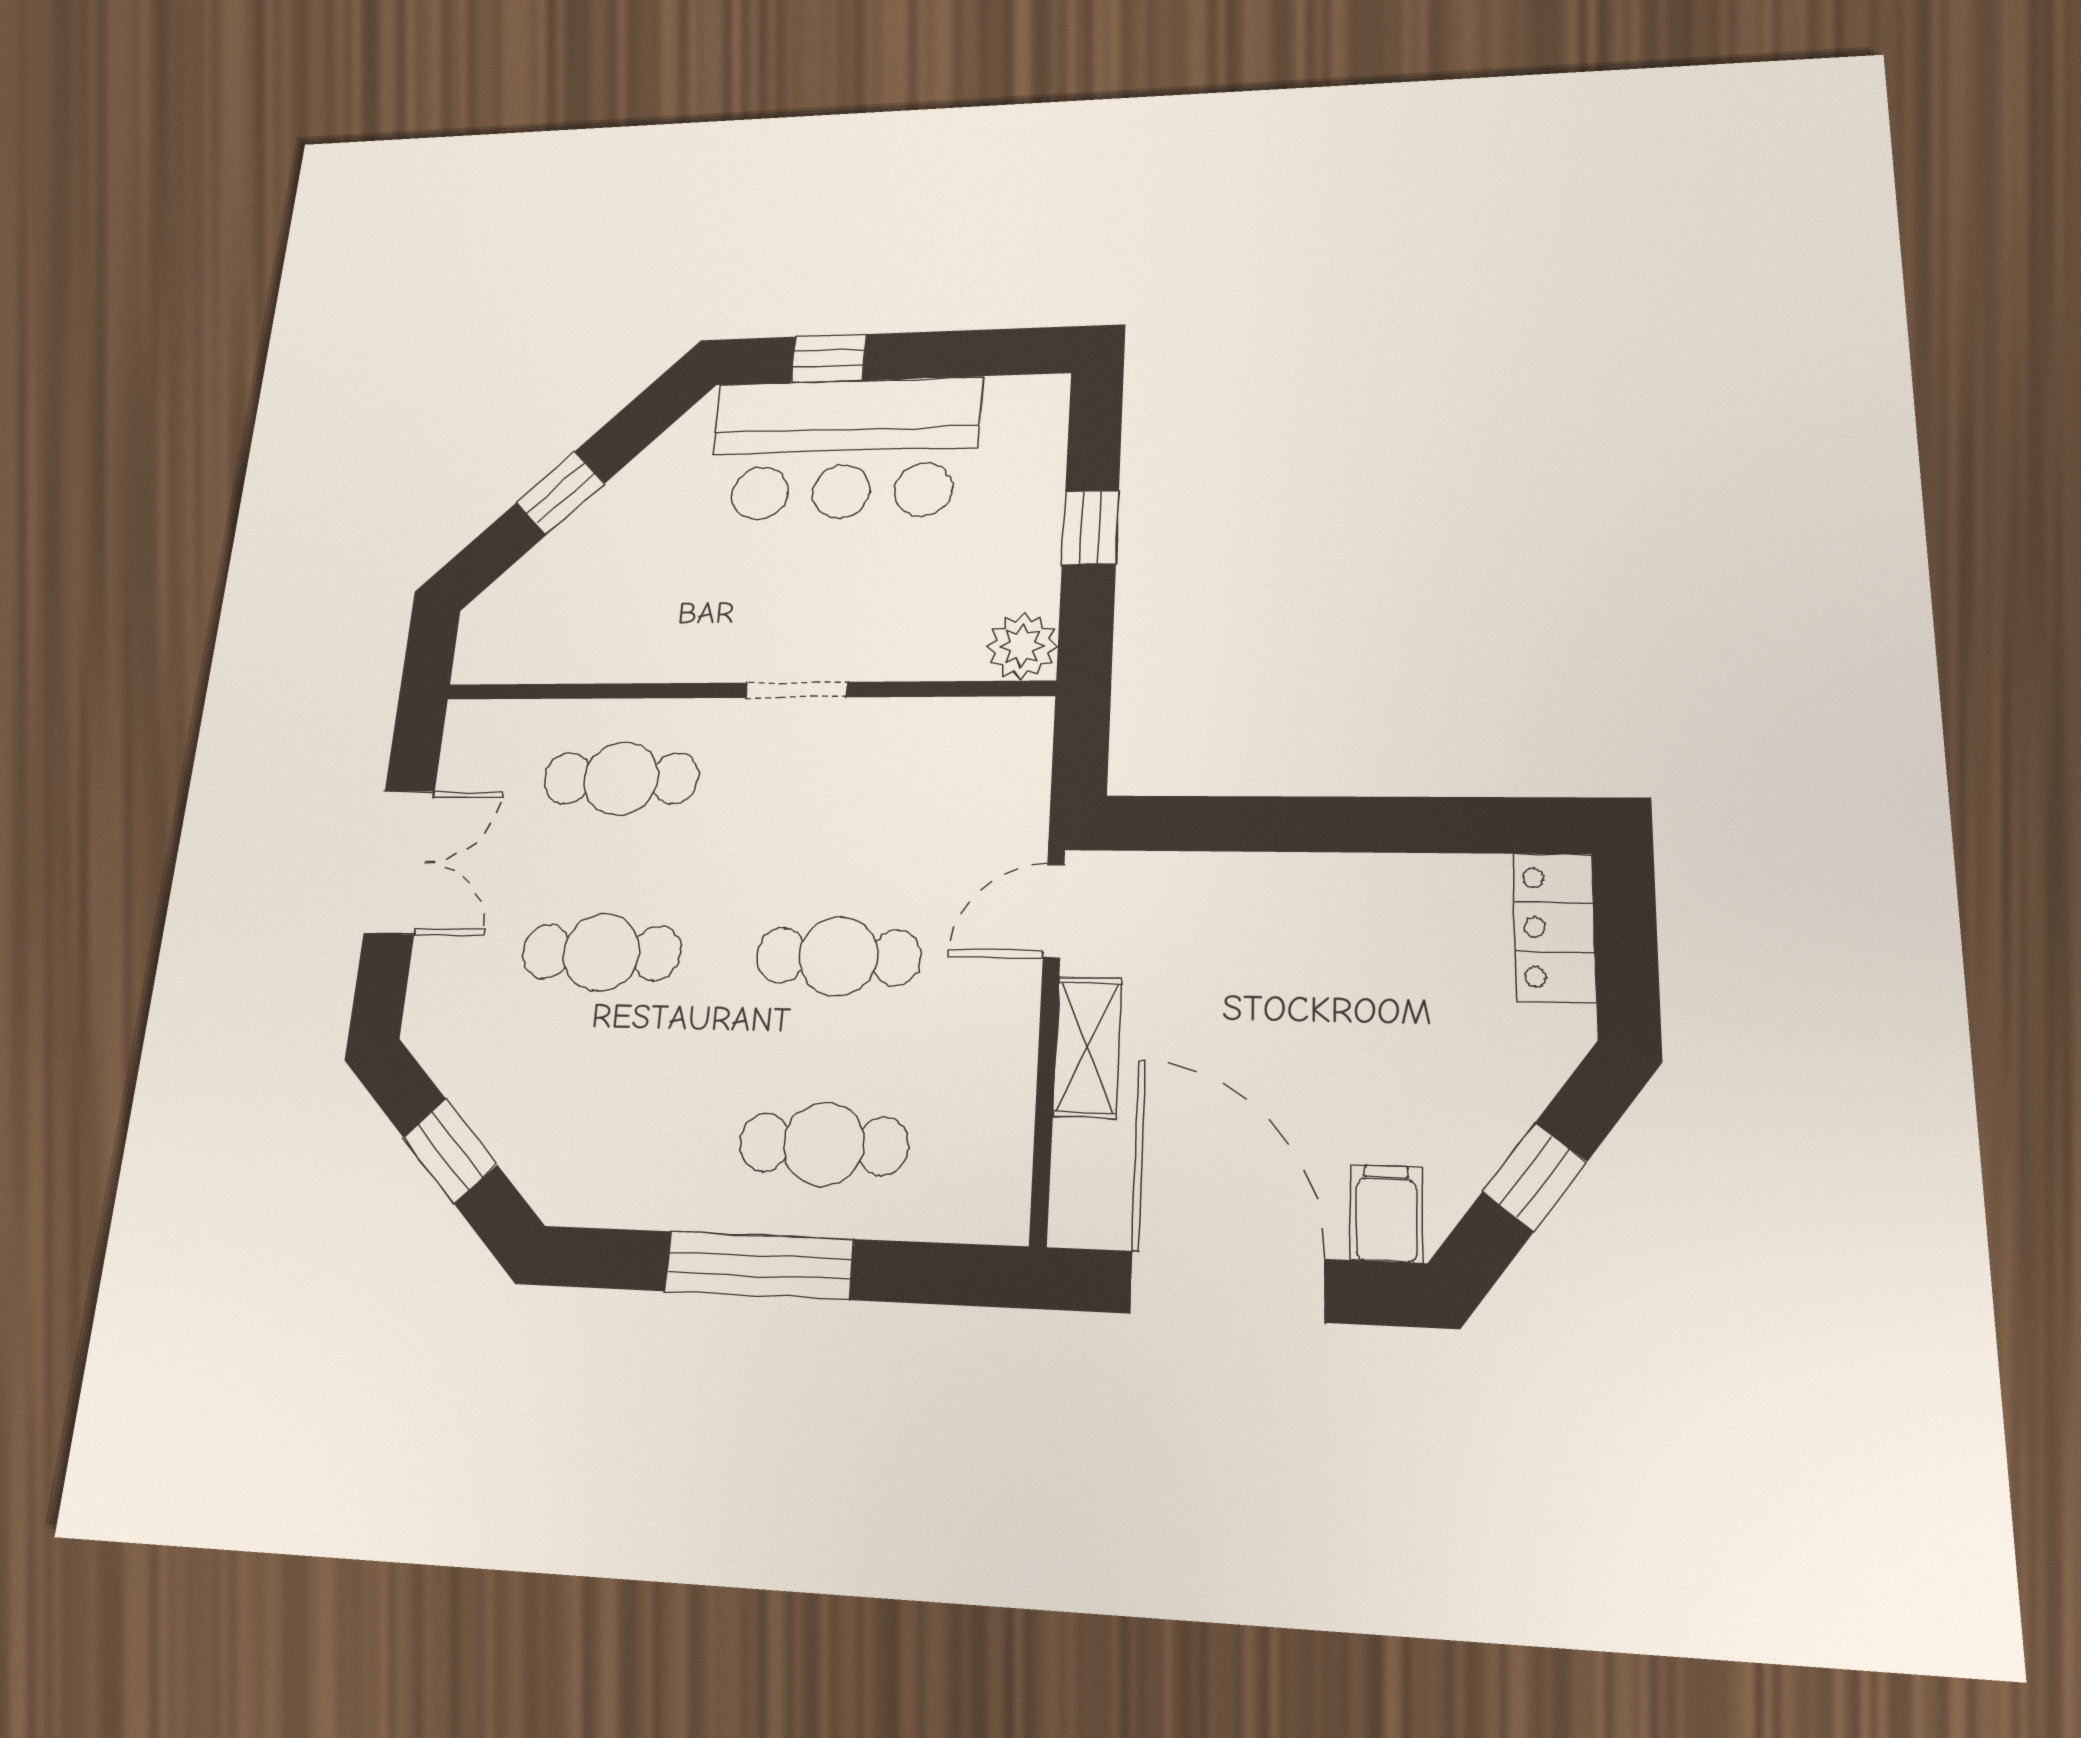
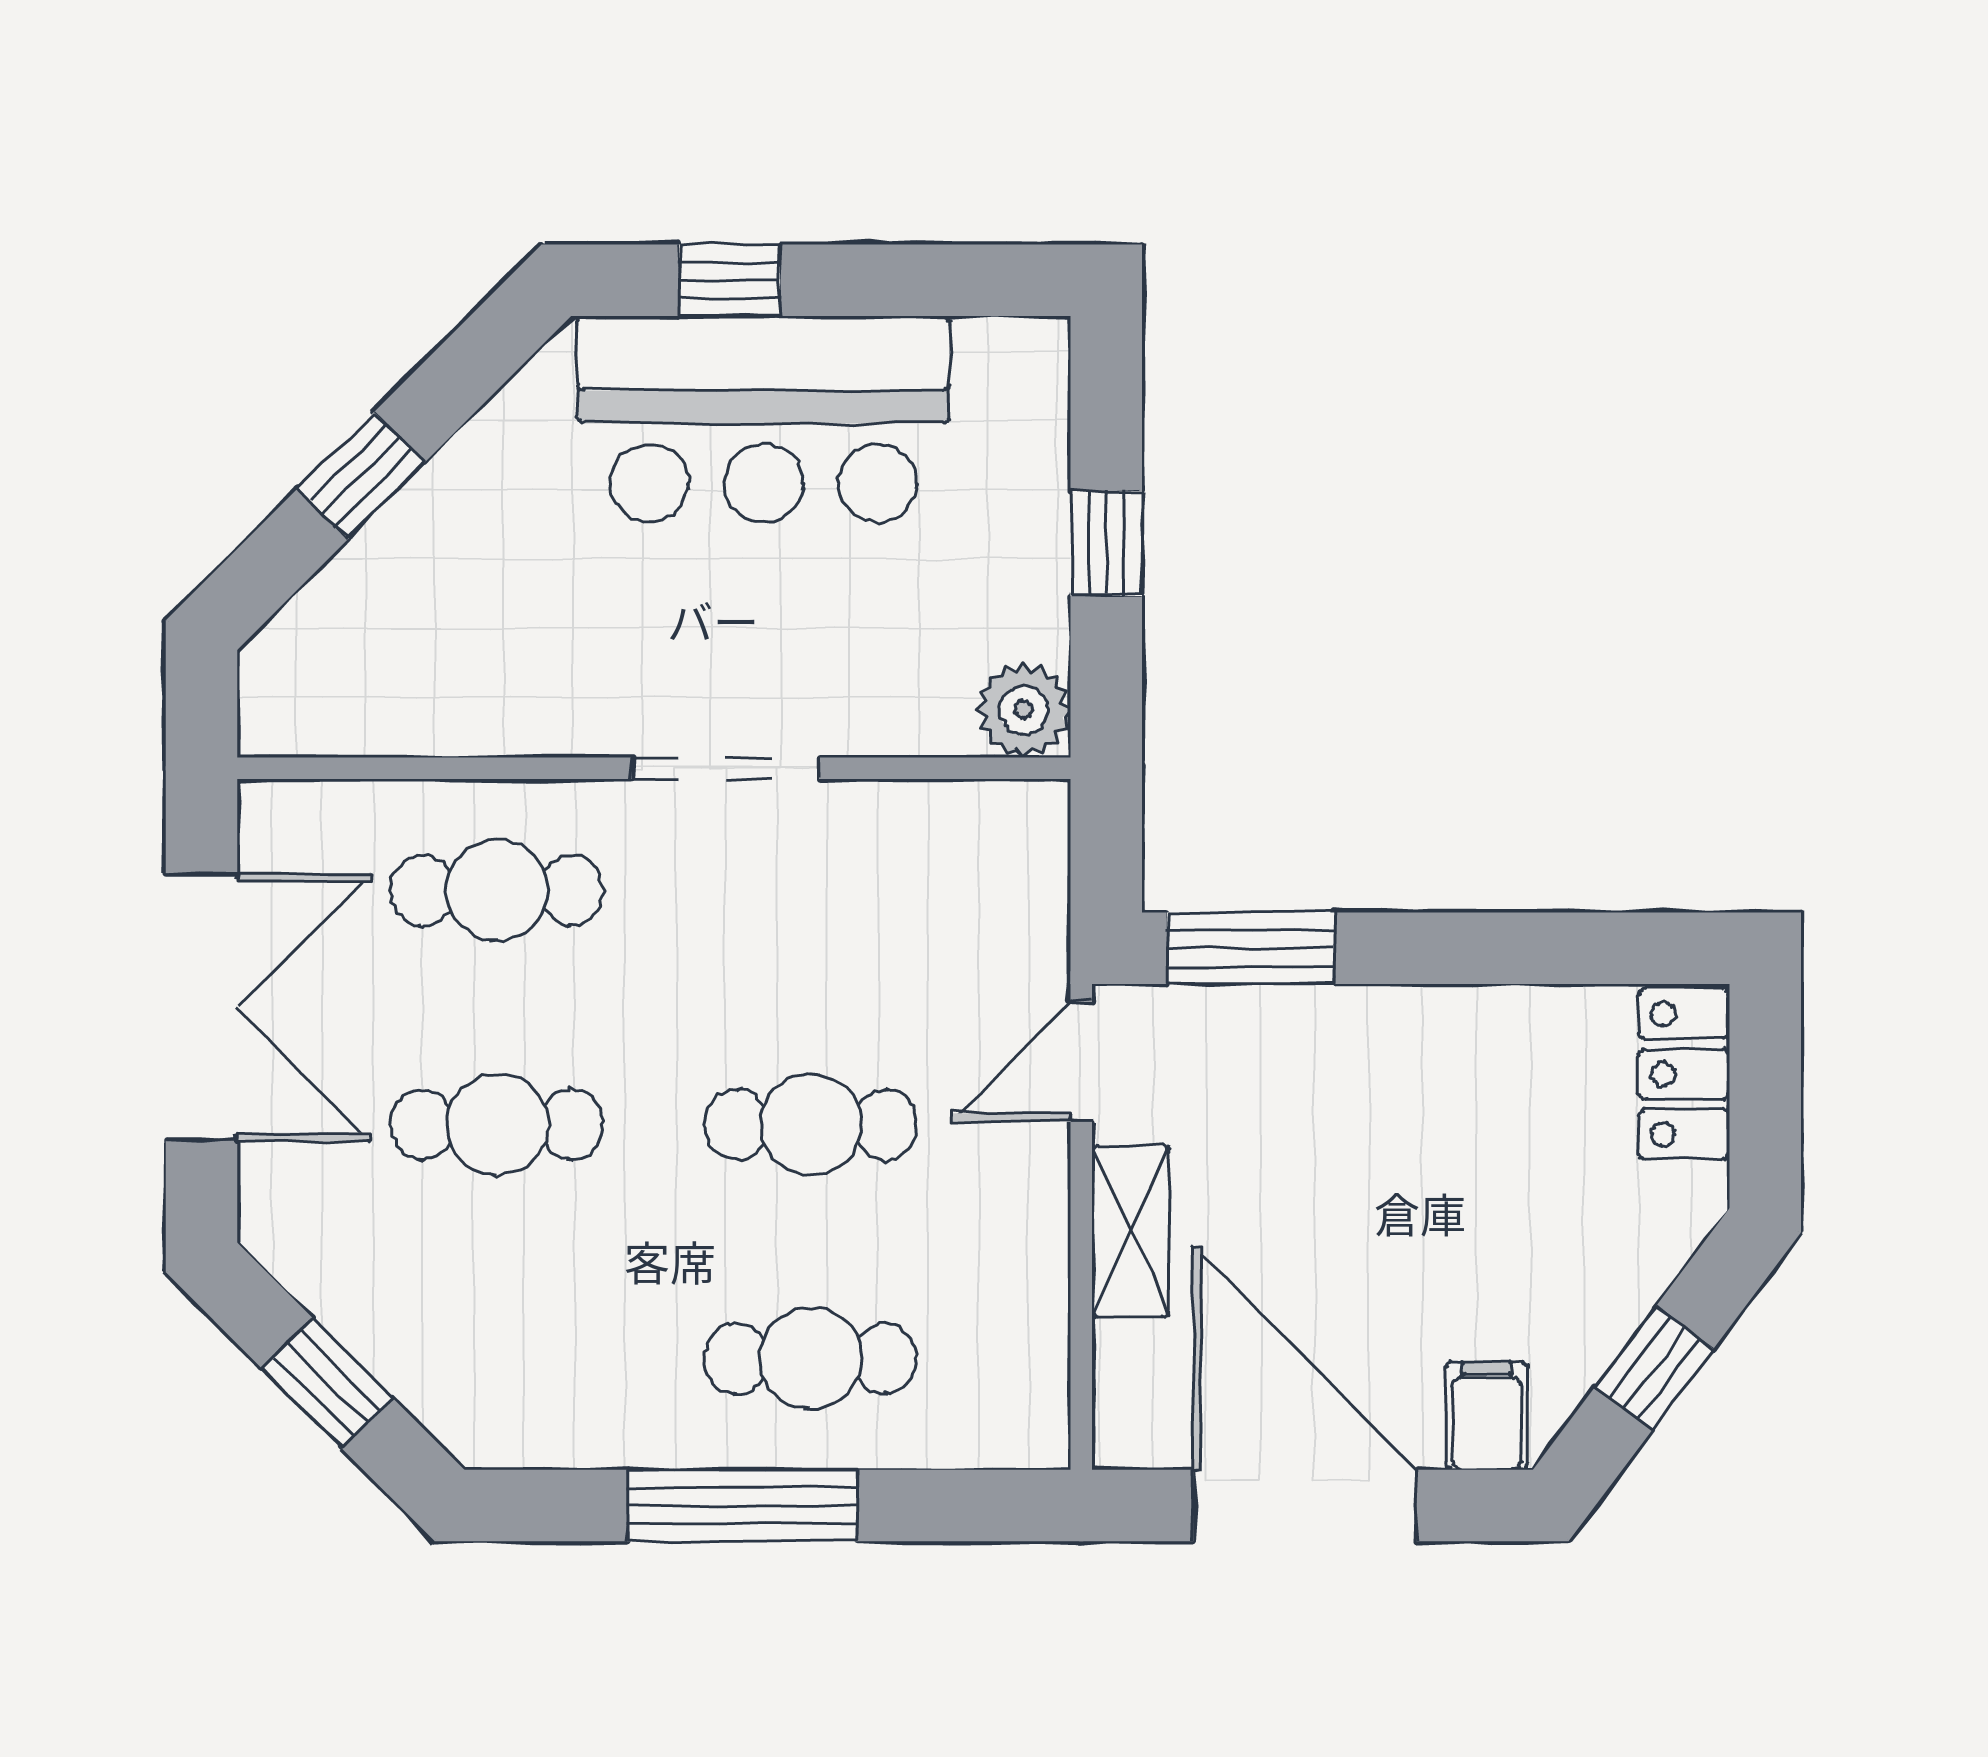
doorway: (796, 690) -> (725, 768), width x1.38
window: (1193, 824) -> (1251, 948), added
double door: (399, 862) -> (201, 1007), width x1.37

